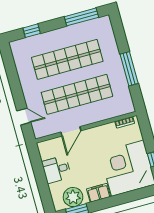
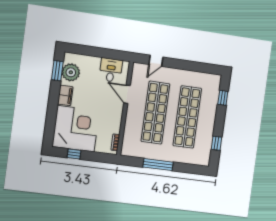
window: (81, 17) -> (217, 143), width x0.46
desk: (56, 169) -> (111, 70), moved

